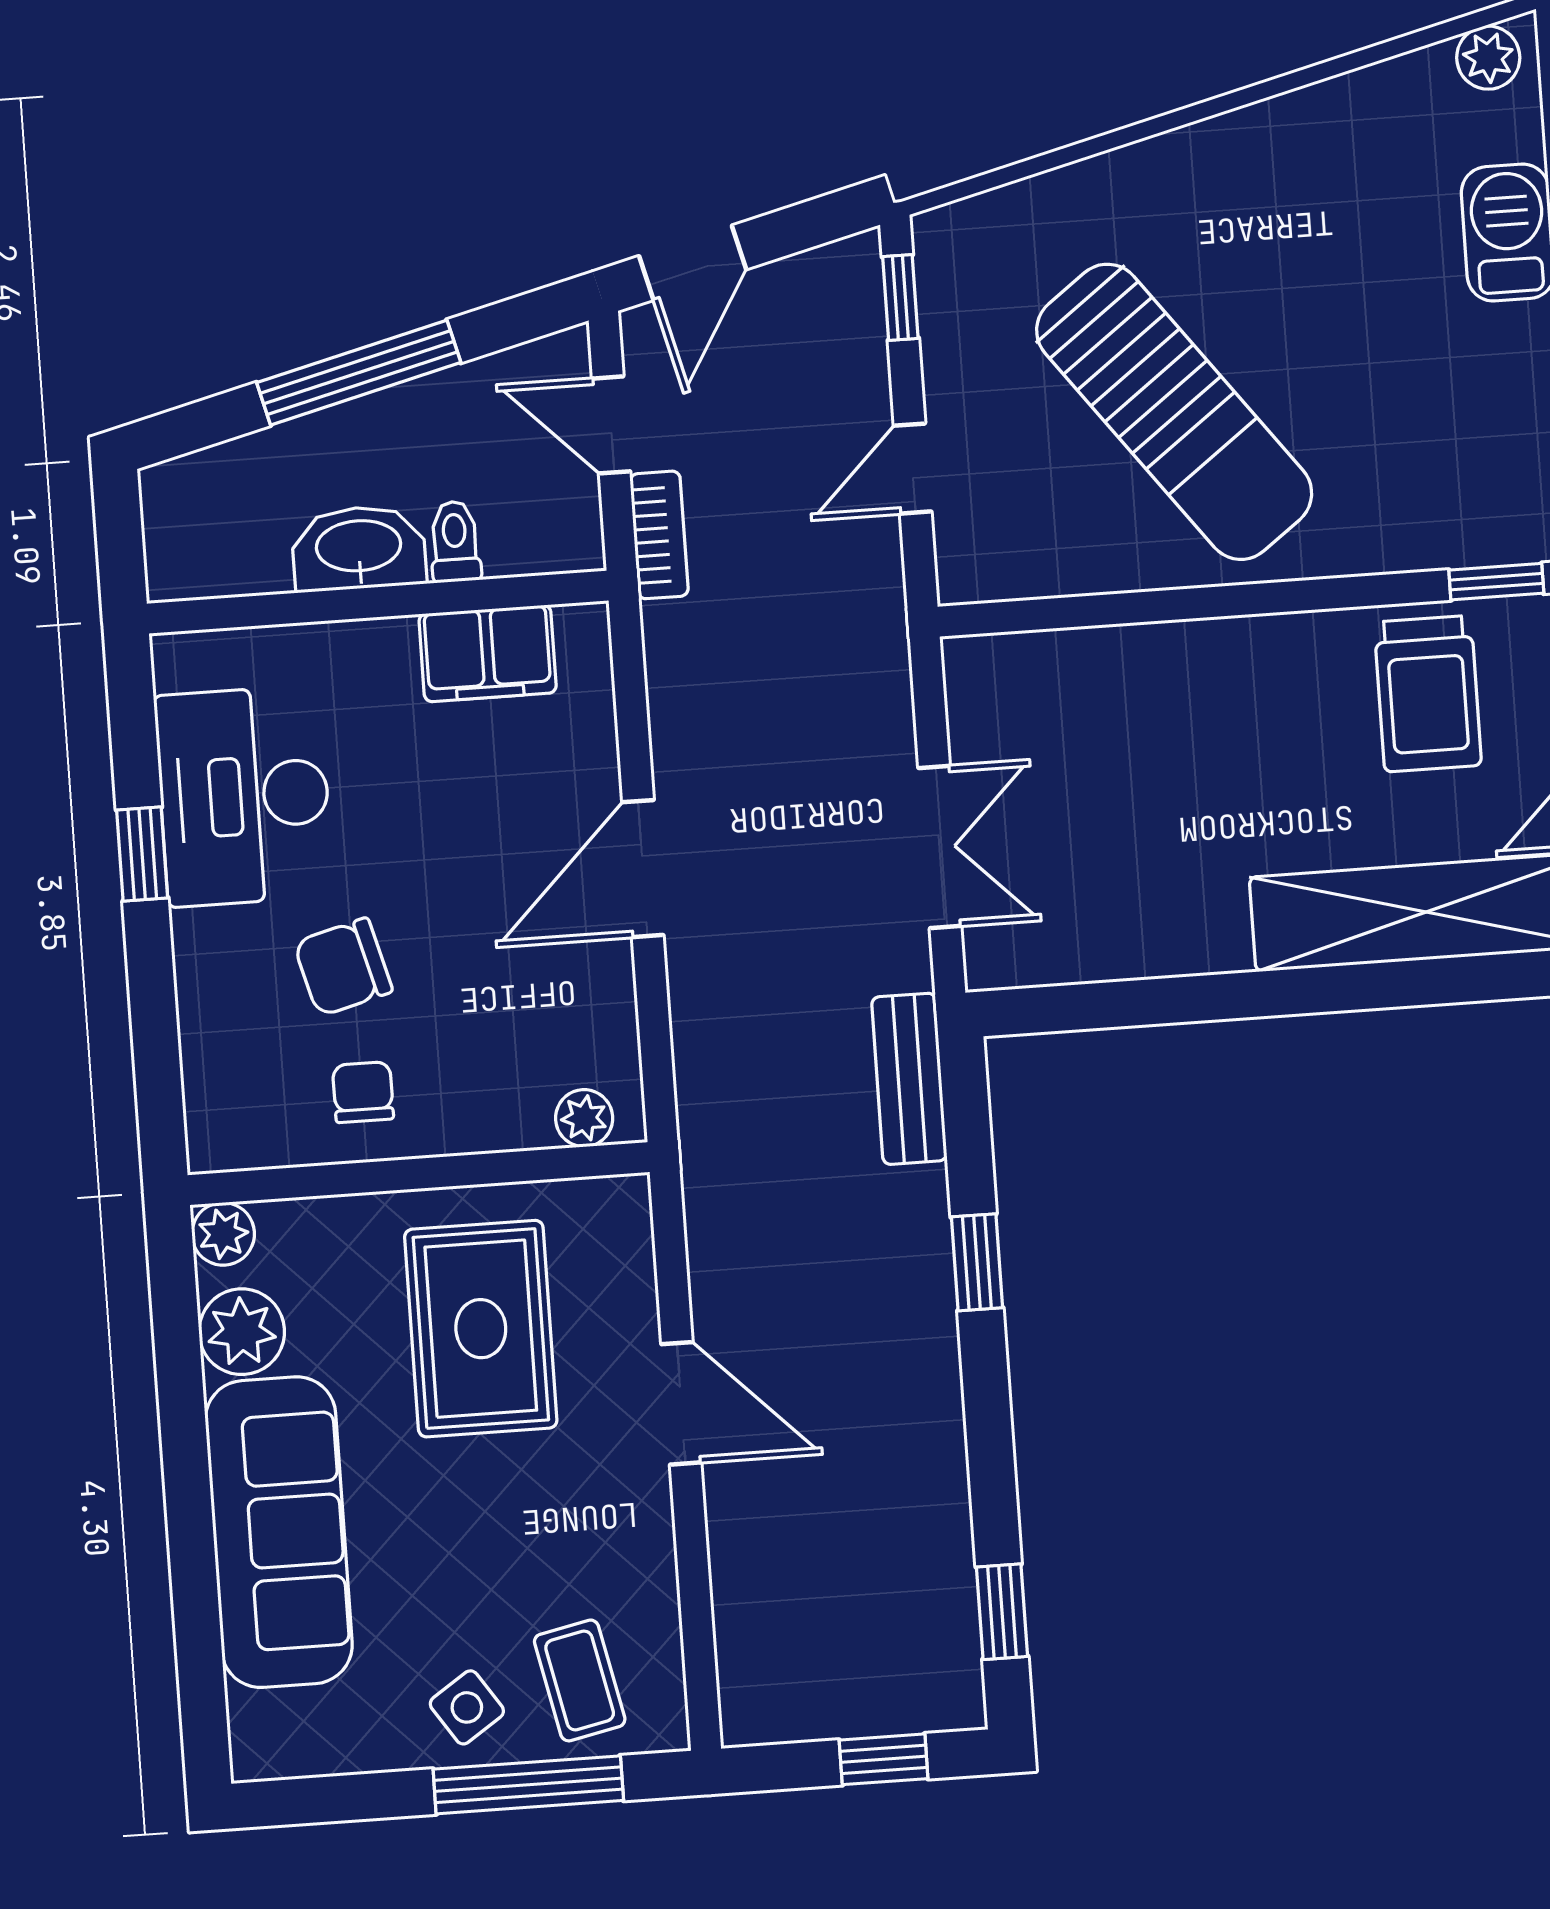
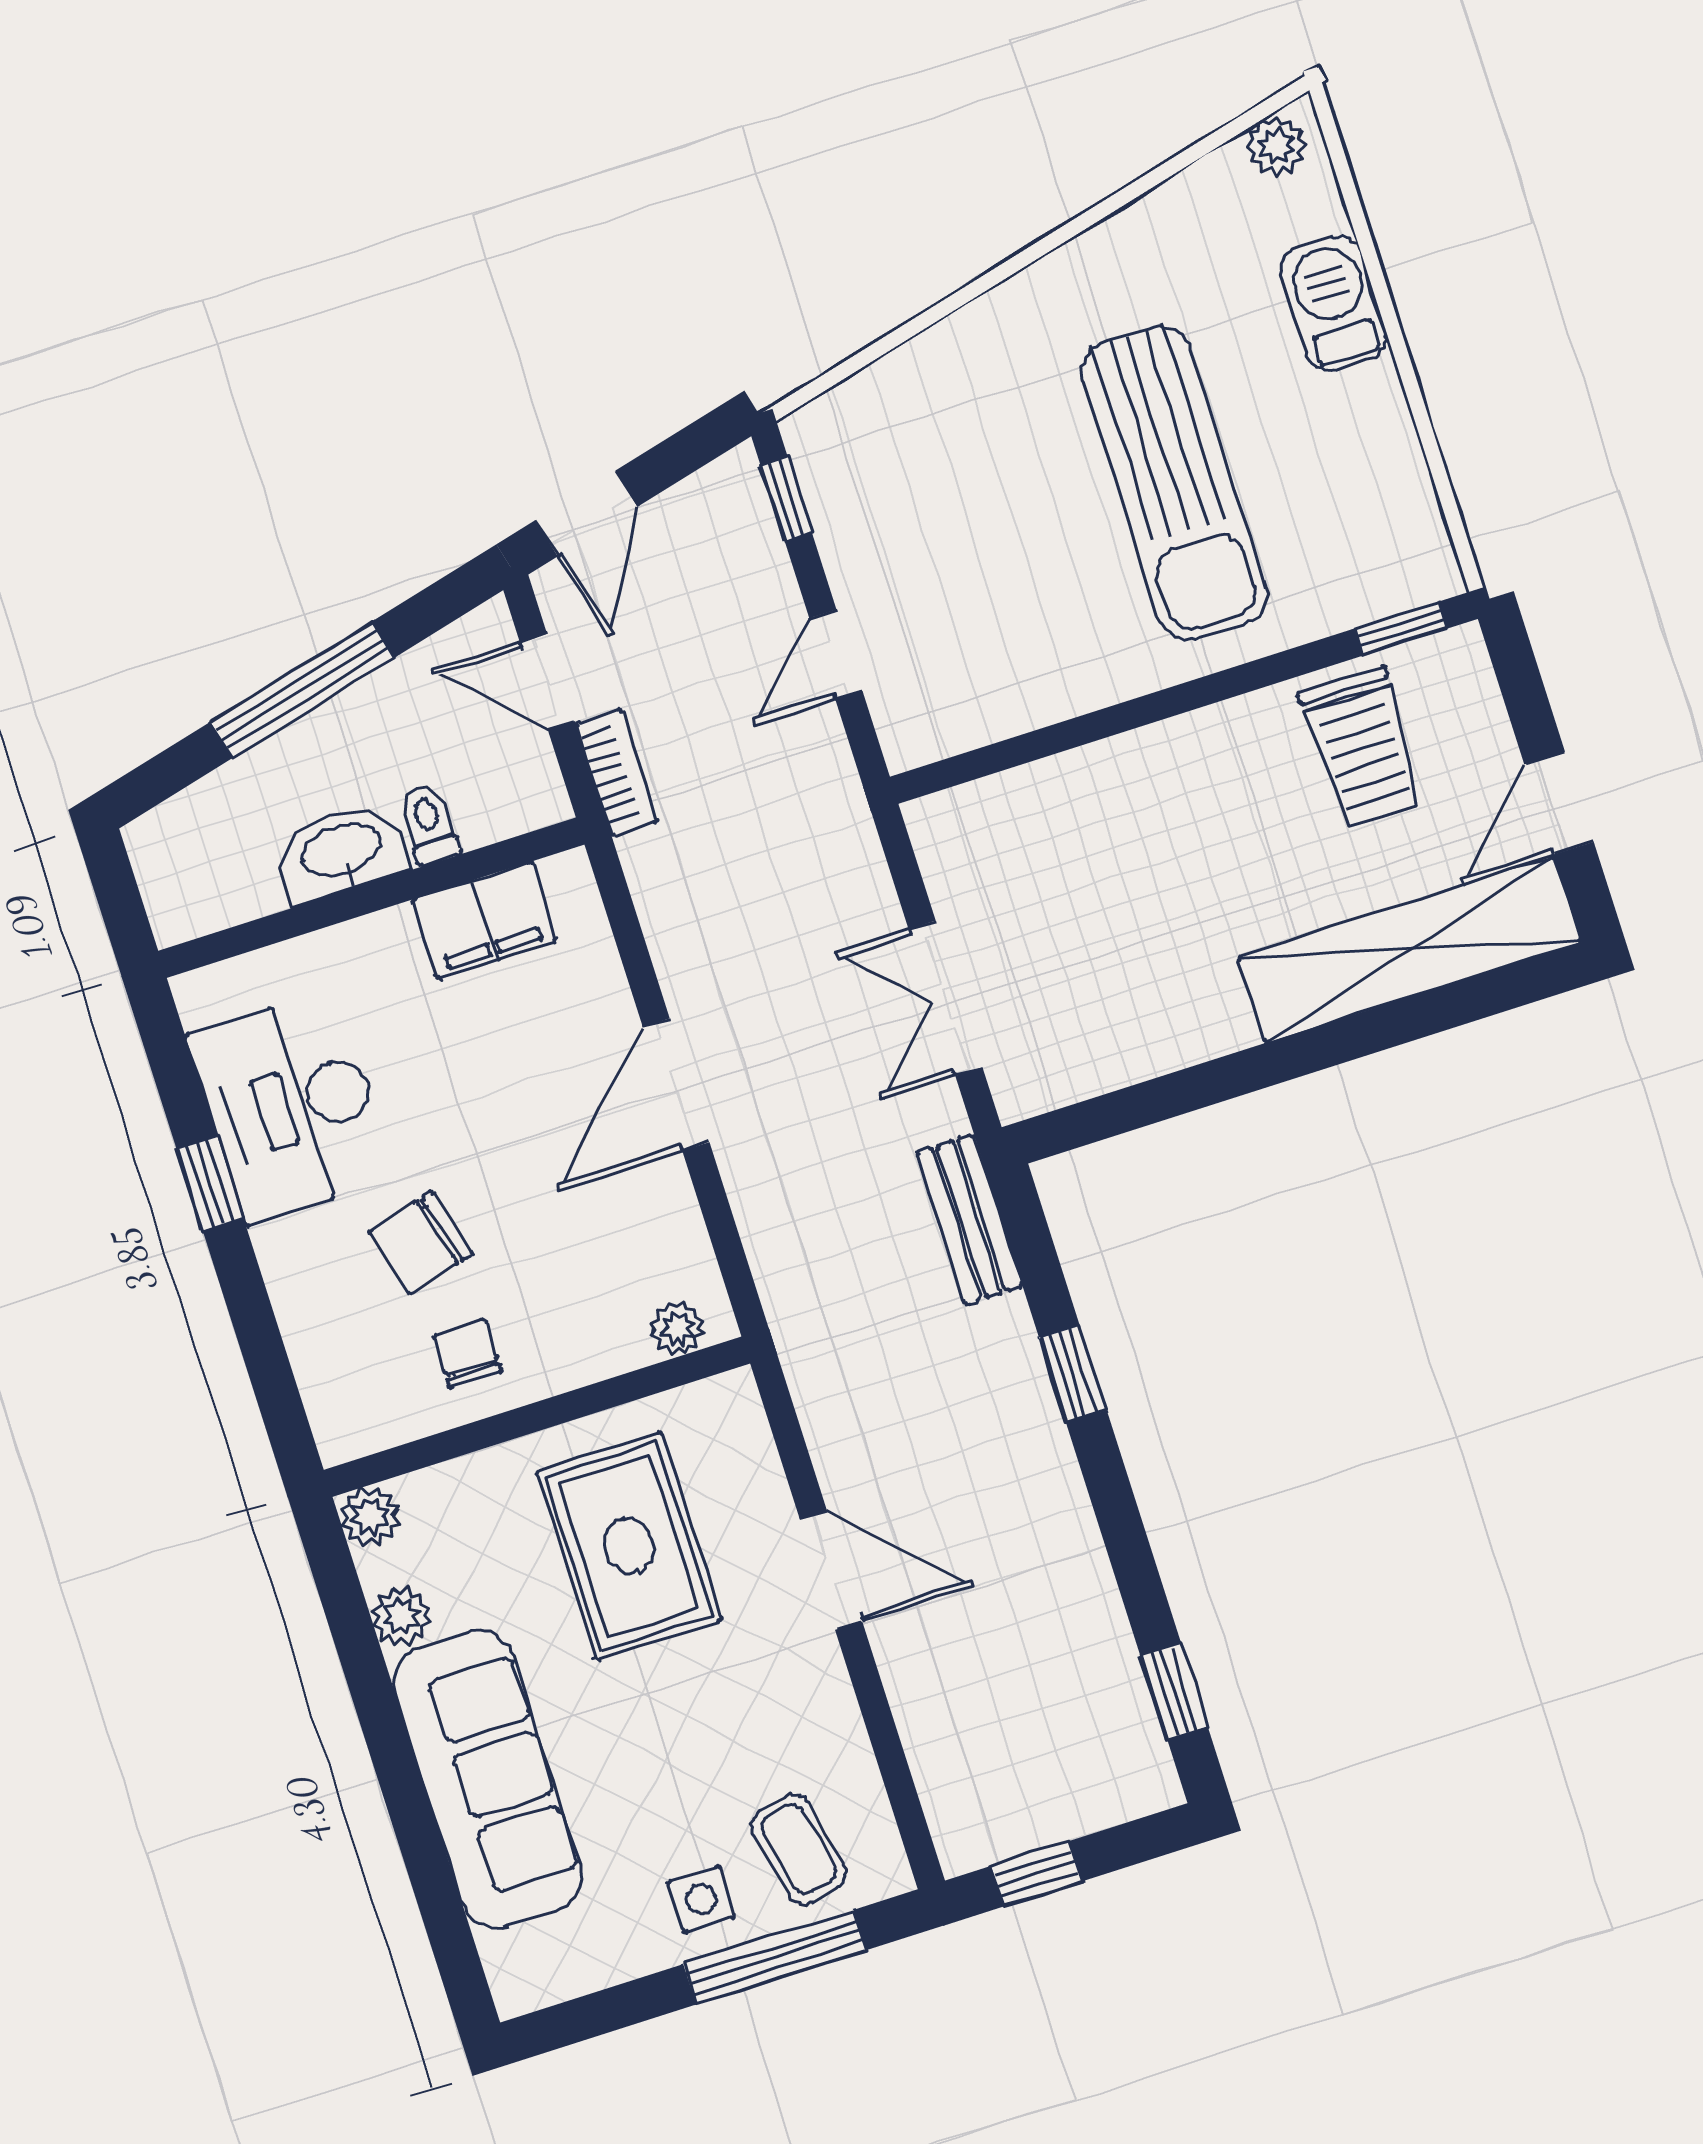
sun lounger: (1174, 412) -> (1174, 483), moved, turned 37
double door: (940, 847) -> (946, 998), swing flipped
plant: (242, 1332) -> (402, 1616), width x0.73, depth x0.73
side table: (467, 1707) -> (701, 1899), turned 34
window: (884, 1759) -> (1036, 1874), moved

